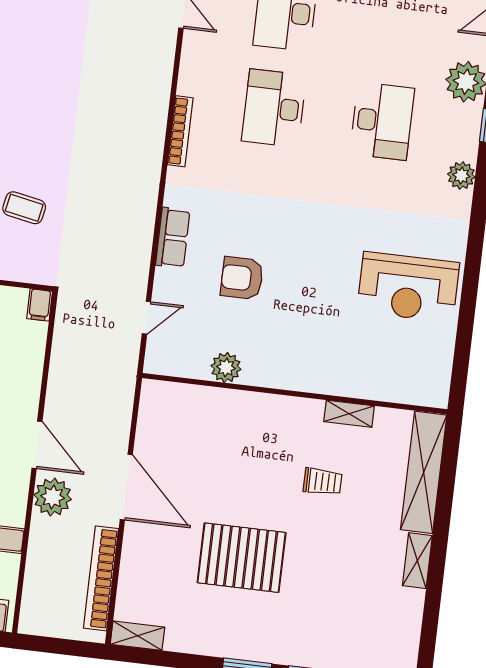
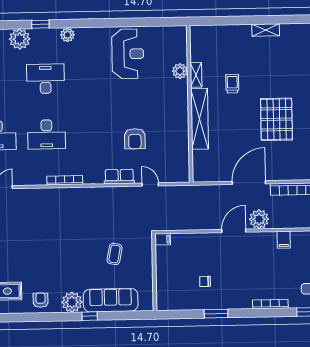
door: (146, 318) -> (150, 184), moved
plant: (226, 368) -> (180, 71), moved
shelving: (424, 472) -> (200, 119), moved, turned 90

